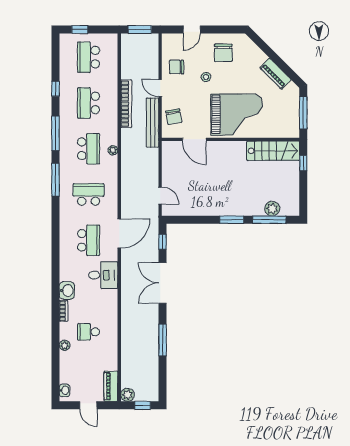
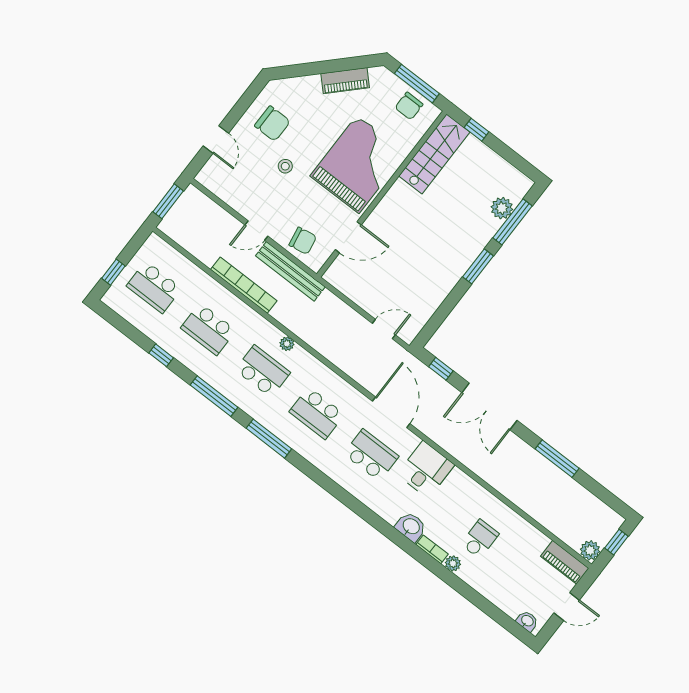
chair: (177, 67) -> (409, 106), moved
school desk: (89, 195) -> (317, 413), turned -90
school desk: (89, 332) -> (480, 539), turned 180
plant: (65, 345) -> (453, 563), moved

